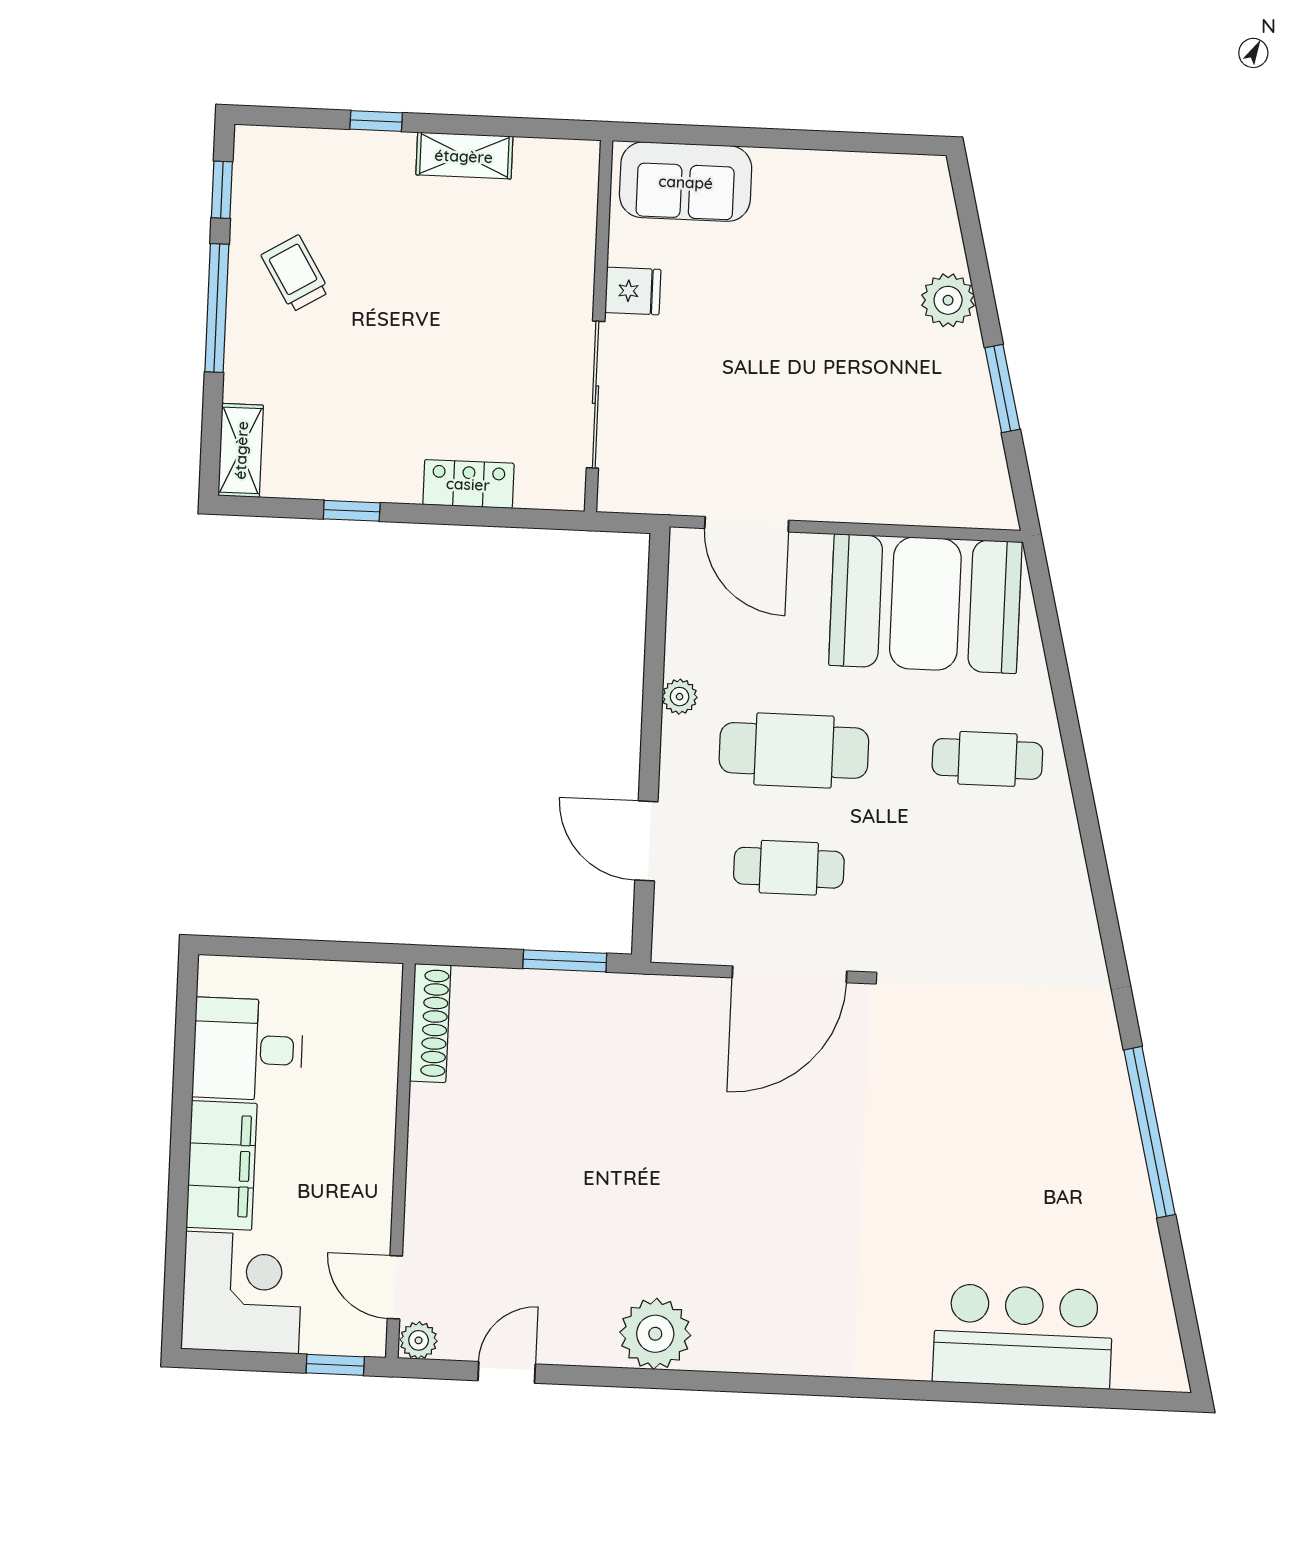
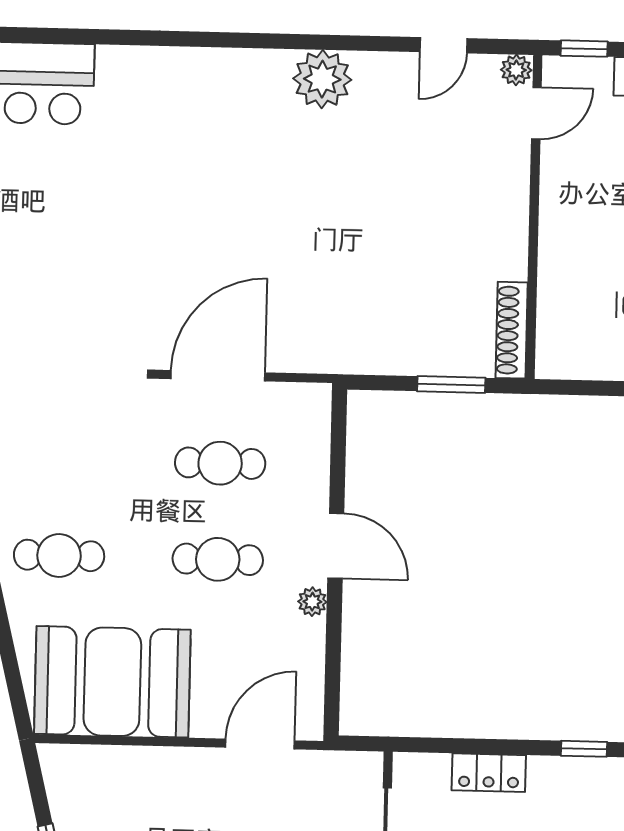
door: (747, 524) -> (260, 744), hinge flipped
cafe table: (794, 750) -> (218, 559), width x0.73, depth x0.74
door: (646, 841) -> (336, 546), moved
window: (565, 961) -> (451, 384), moved
door: (395, 1287) -> (536, 113), hinge flipped

